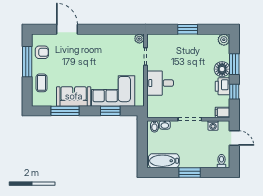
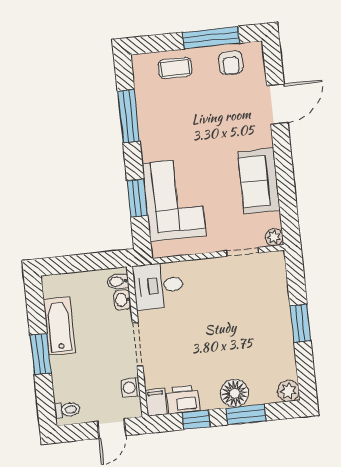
desk: (160, 83) -> (158, 286), moved, turned -90
printer: (223, 86) -> (183, 400), moved
sofa: (74, 96) -> (259, 181), moved, turned 180
bathtub: (164, 161) -> (59, 326), moved

